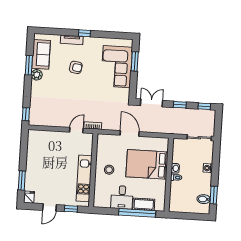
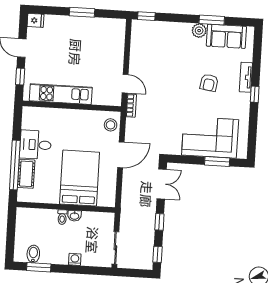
stool: (109, 170) -> (111, 125), moved
window: (22, 180) -> (82, 12), moved

